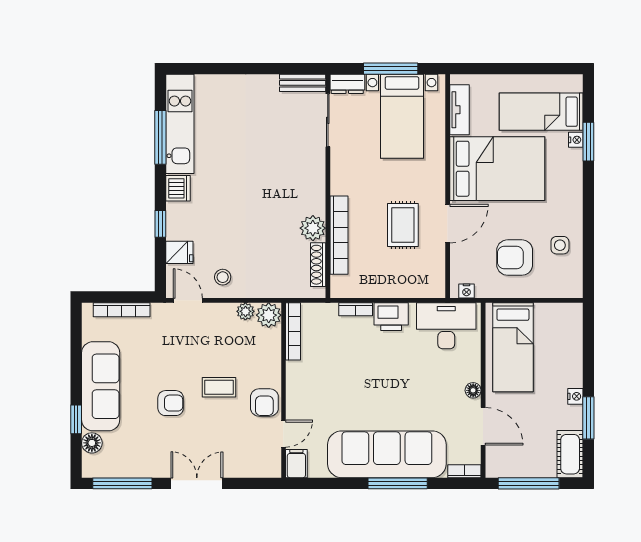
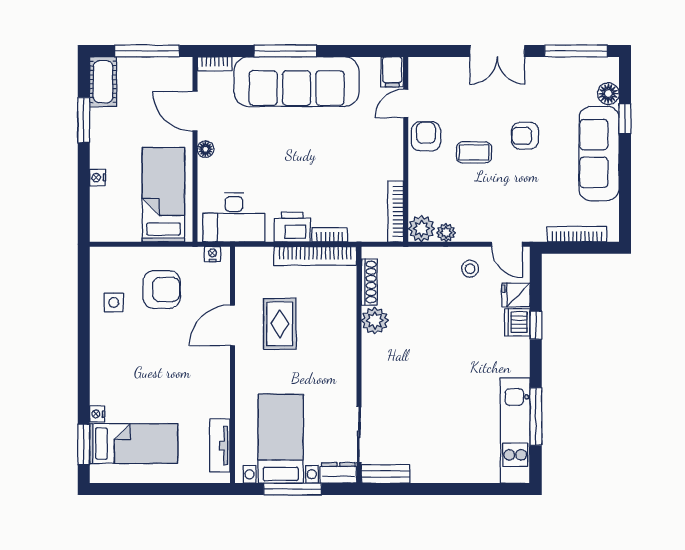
window: (588, 142) -> (84, 445), moved
bed: (497, 169) -> (180, 383), removed
dishwasher: (178, 188) -> (517, 322), moved
bookcase: (339, 235) -> (315, 256), moved, turned -90
nightstand: (575, 396) -> (97, 178), moved

